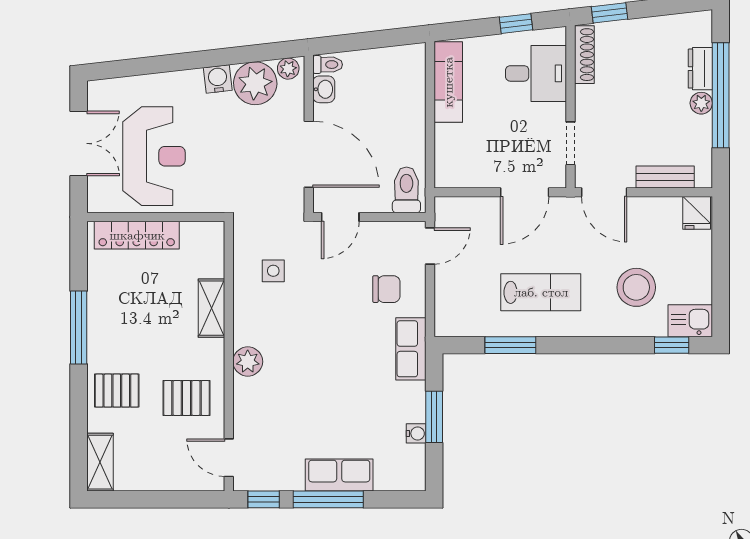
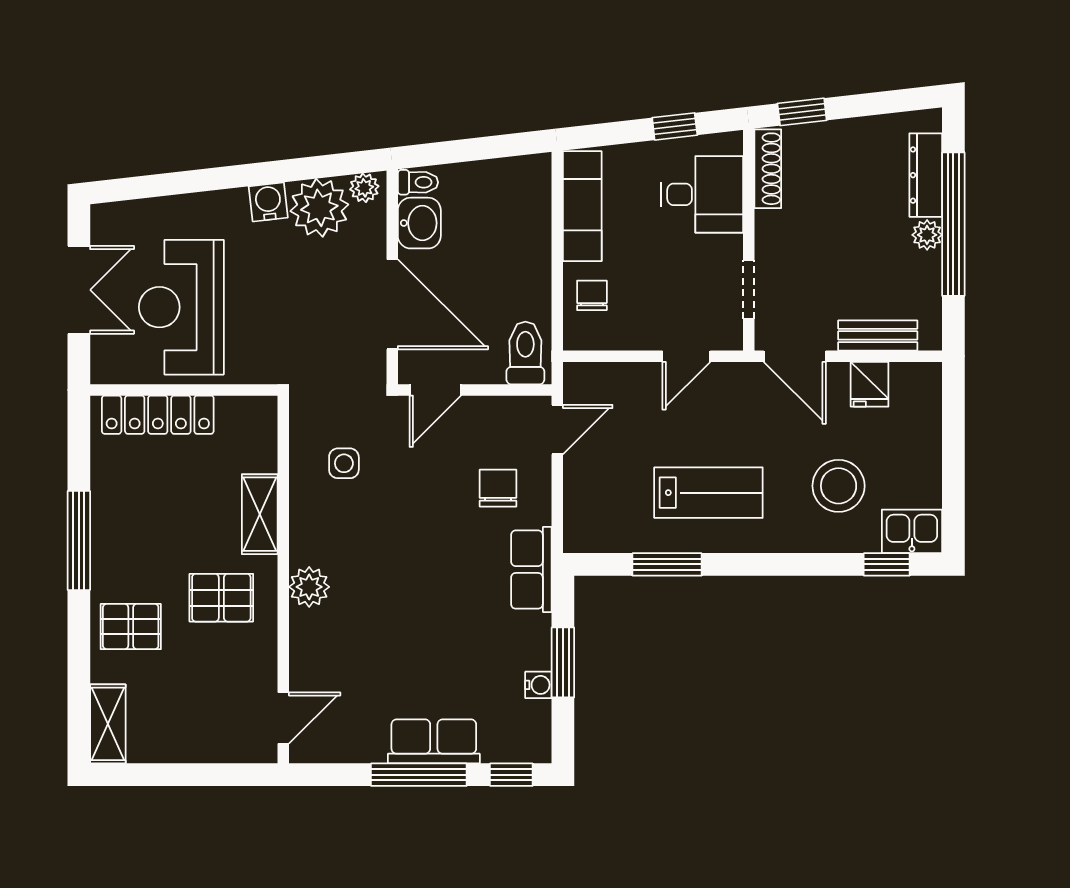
dresser: (700, 69) -> (926, 175), width x1.44
washbasin: (324, 89) -> (419, 223), width x1.38, depth x1.45
chair: (455, 148) -> (592, 295), added
reception desk: (154, 156) -> (181, 307), turned 180
door: (525, 192) -> (686, 356), width x0.73
fridge: (697, 213) -> (870, 384), moved
chair: (386, 289) -> (498, 488), turned -90
pallet: (187, 398) -> (221, 598), moved
door: (229, 458) -> (283, 718), swing flipped
window: (264, 499) -> (511, 775), moved

